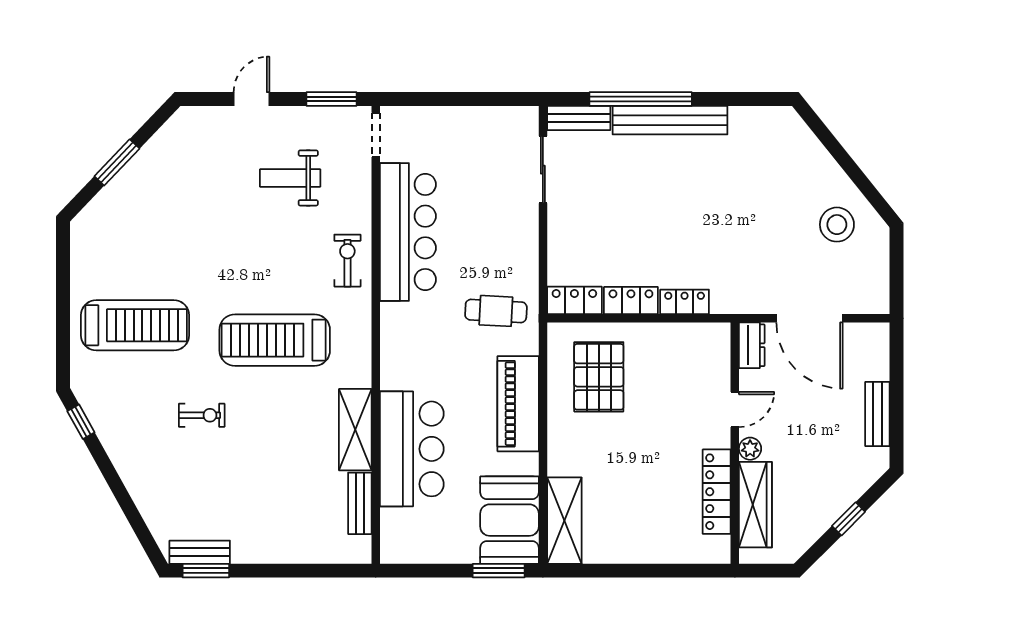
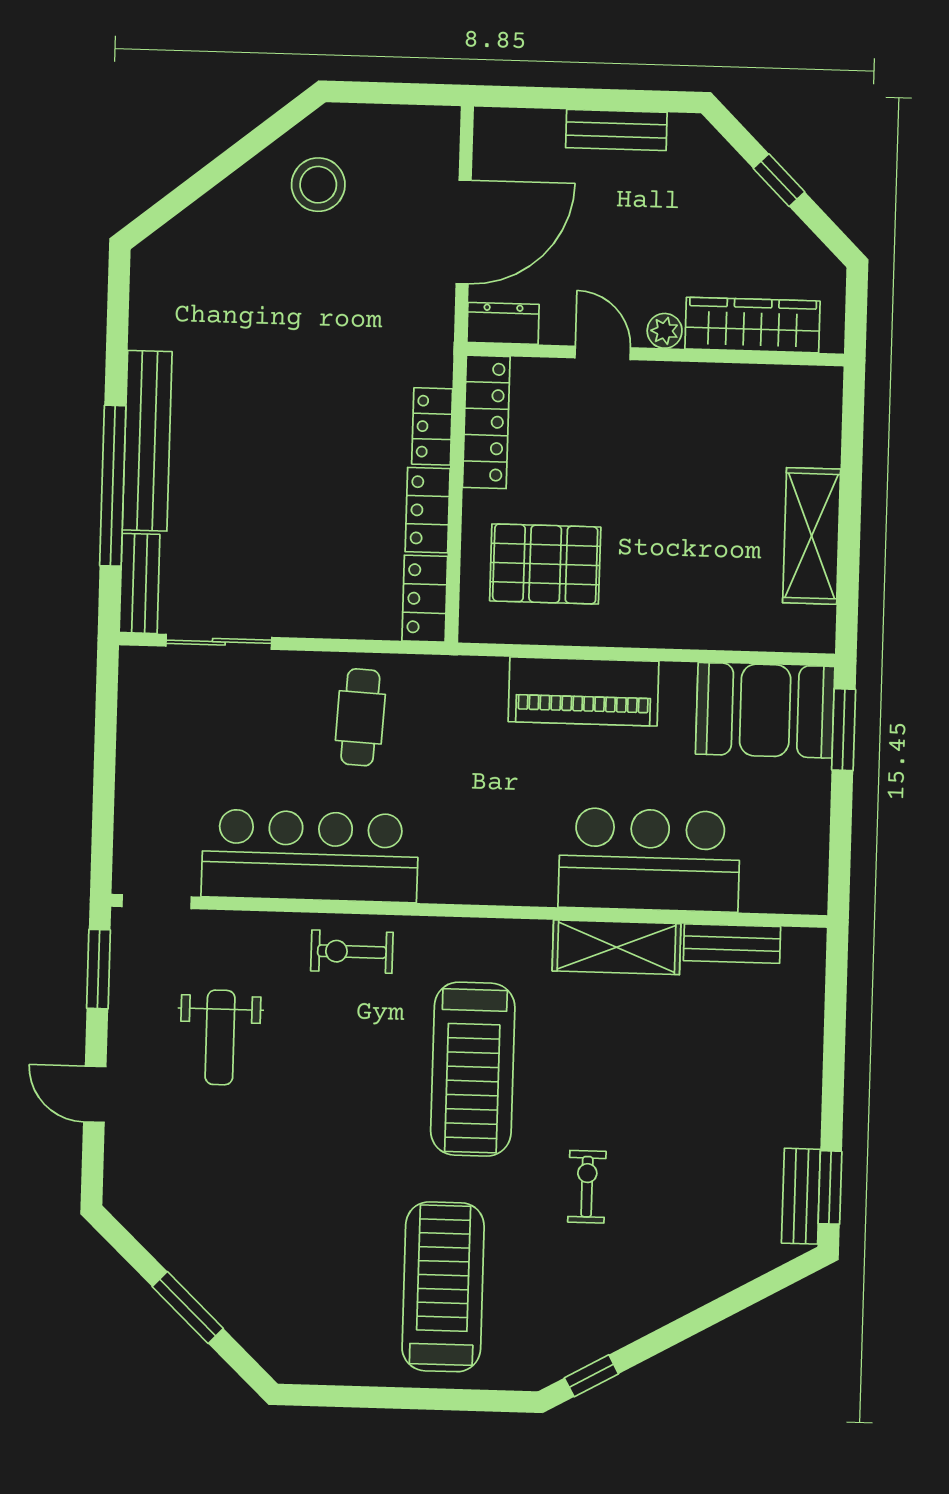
cafe table: (496, 311) -> (360, 717), moved
locker: (717, 492) -> (486, 422), moved, turned -90
shelving: (564, 521) -> (812, 536), moved, turned 90

